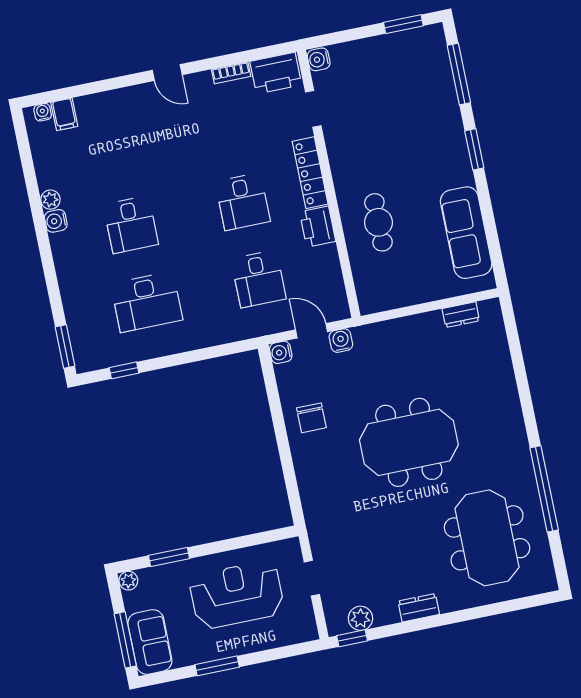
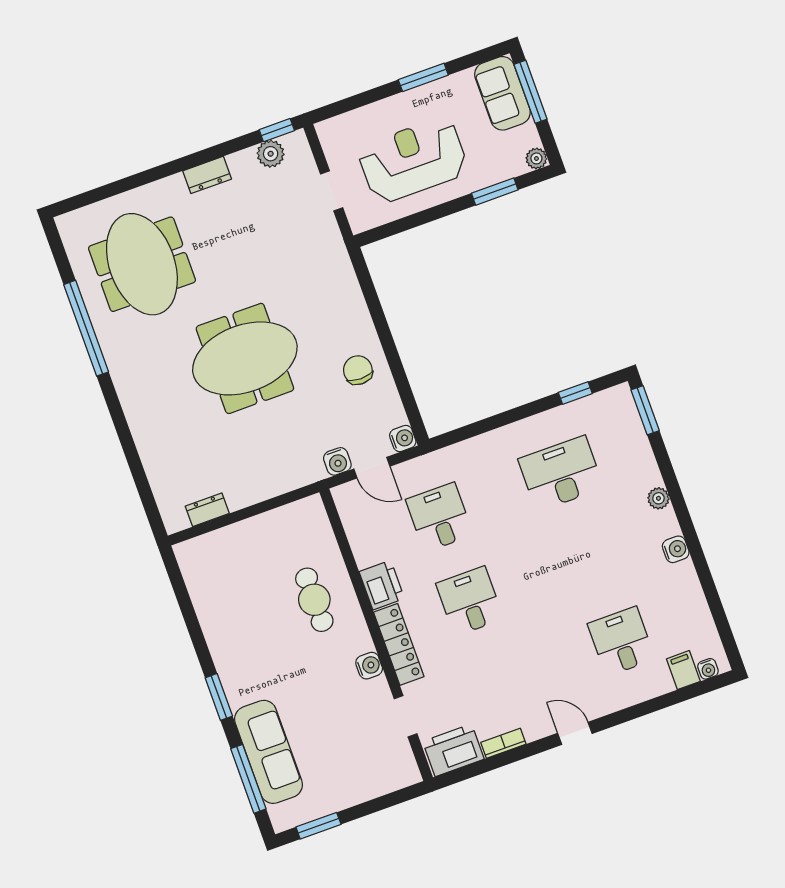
water cooler: (319, 59) -> (369, 666), moved
plant: (50, 200) -> (658, 498), moved
desk: (131, 224) -> (621, 641), moved
sofa: (466, 233) -> (268, 752), moved
reception desk: (237, 595) -> (413, 160), turned 180

